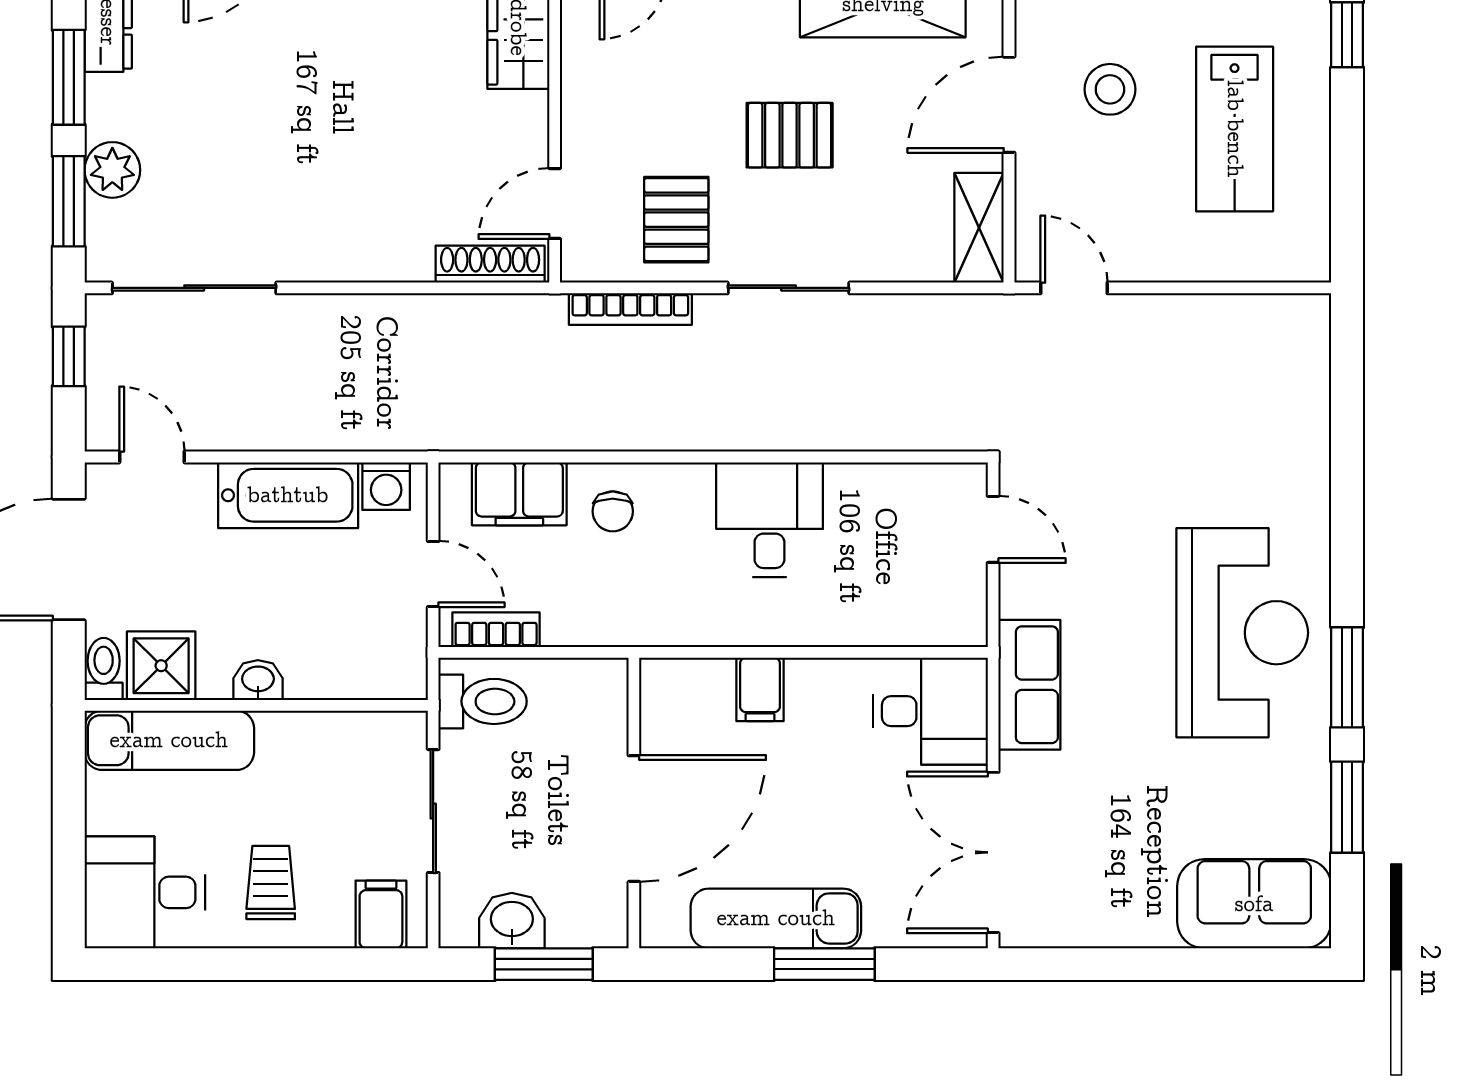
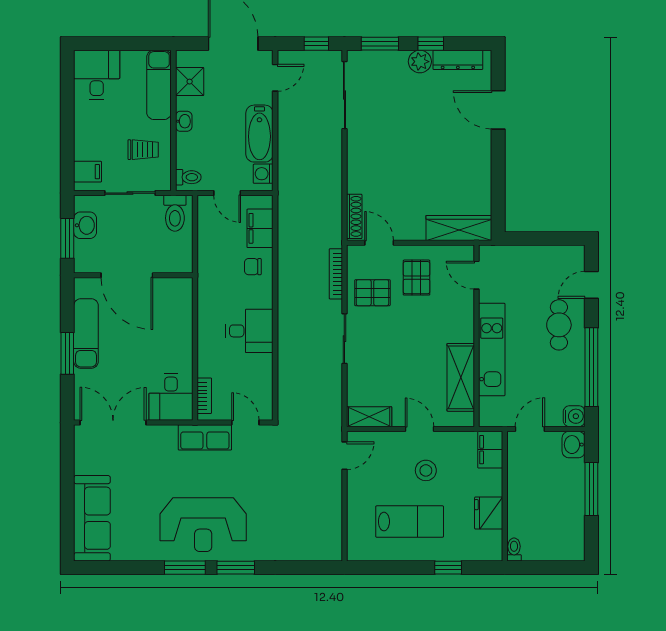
window: (69, 77) -> (431, 44), width x0.67
door: (1009, 105) -> (420, 429), width x0.73
lab bench: (1235, 129) -> (410, 522), turned 180
pallet: (790, 135) -> (416, 278), moved
plant: (112, 170) -> (420, 62), moved
door: (993, 529) -> (245, 423), swing flipped
door: (433, 574) -> (227, 193), hinge flipped
bookcase: (496, 630) -> (204, 396), moved
toilet: (104, 669) -> (188, 177), moved
row of seats: (1029, 685) -> (205, 437), moved
filing cabinet: (760, 689) -> (180, 327), removed
window: (1347, 807) -> (236, 568), moved
trolley: (271, 883) -> (143, 150), moved
sofa: (1254, 904) -> (92, 518), width x1.36

